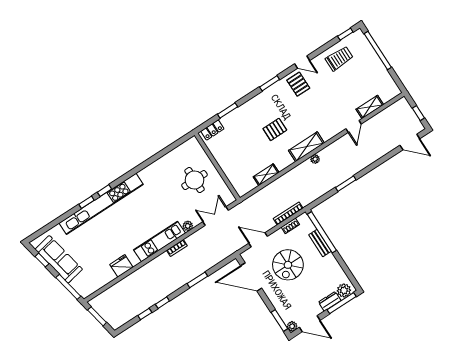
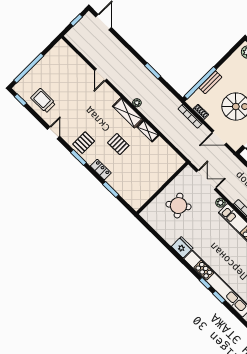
pallet: (298, 84) -> (84, 143), moved
shelving: (370, 107) -> (80, 64), removed
door: (354, 126) -> (101, 75), swing flipped
locker: (212, 130) -> (101, 169), moved
fridge: (149, 174) -> (182, 247), added
shelving: (266, 175) -> (148, 131), moved
round table: (194, 180) -> (179, 206), turned -37
double door: (216, 216) -> (206, 180), swing flipped
door: (258, 240) -> (219, 138), hinge flipped

